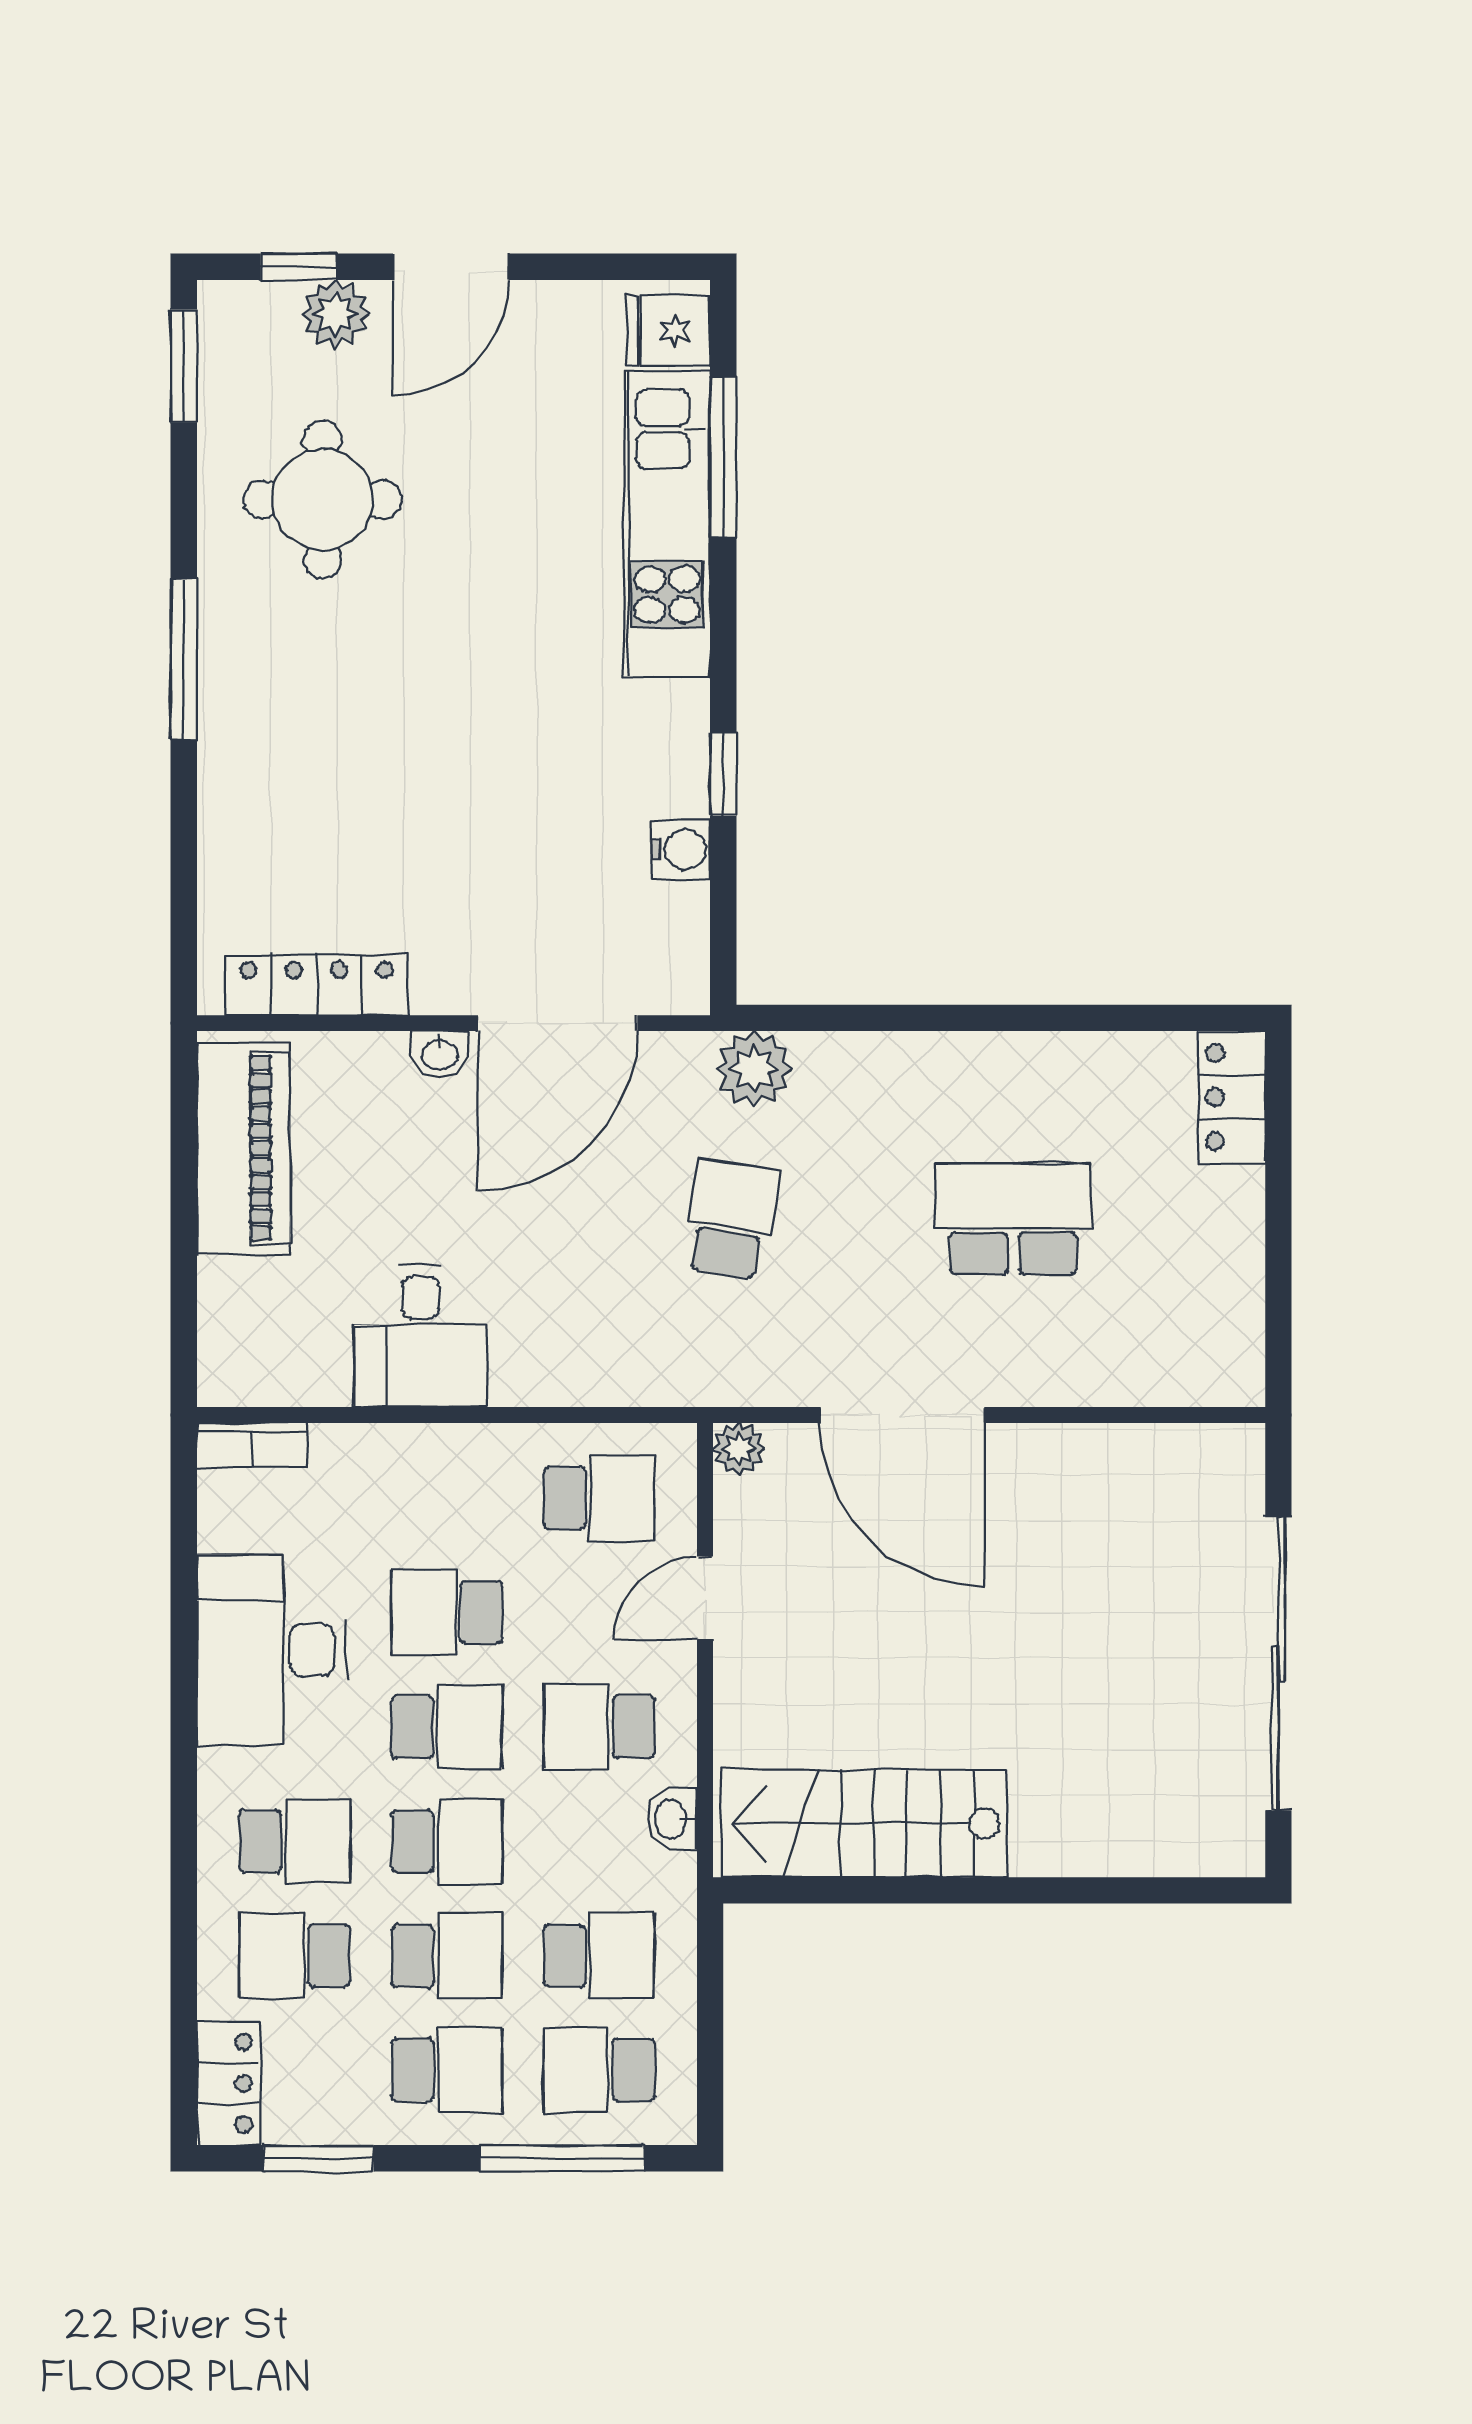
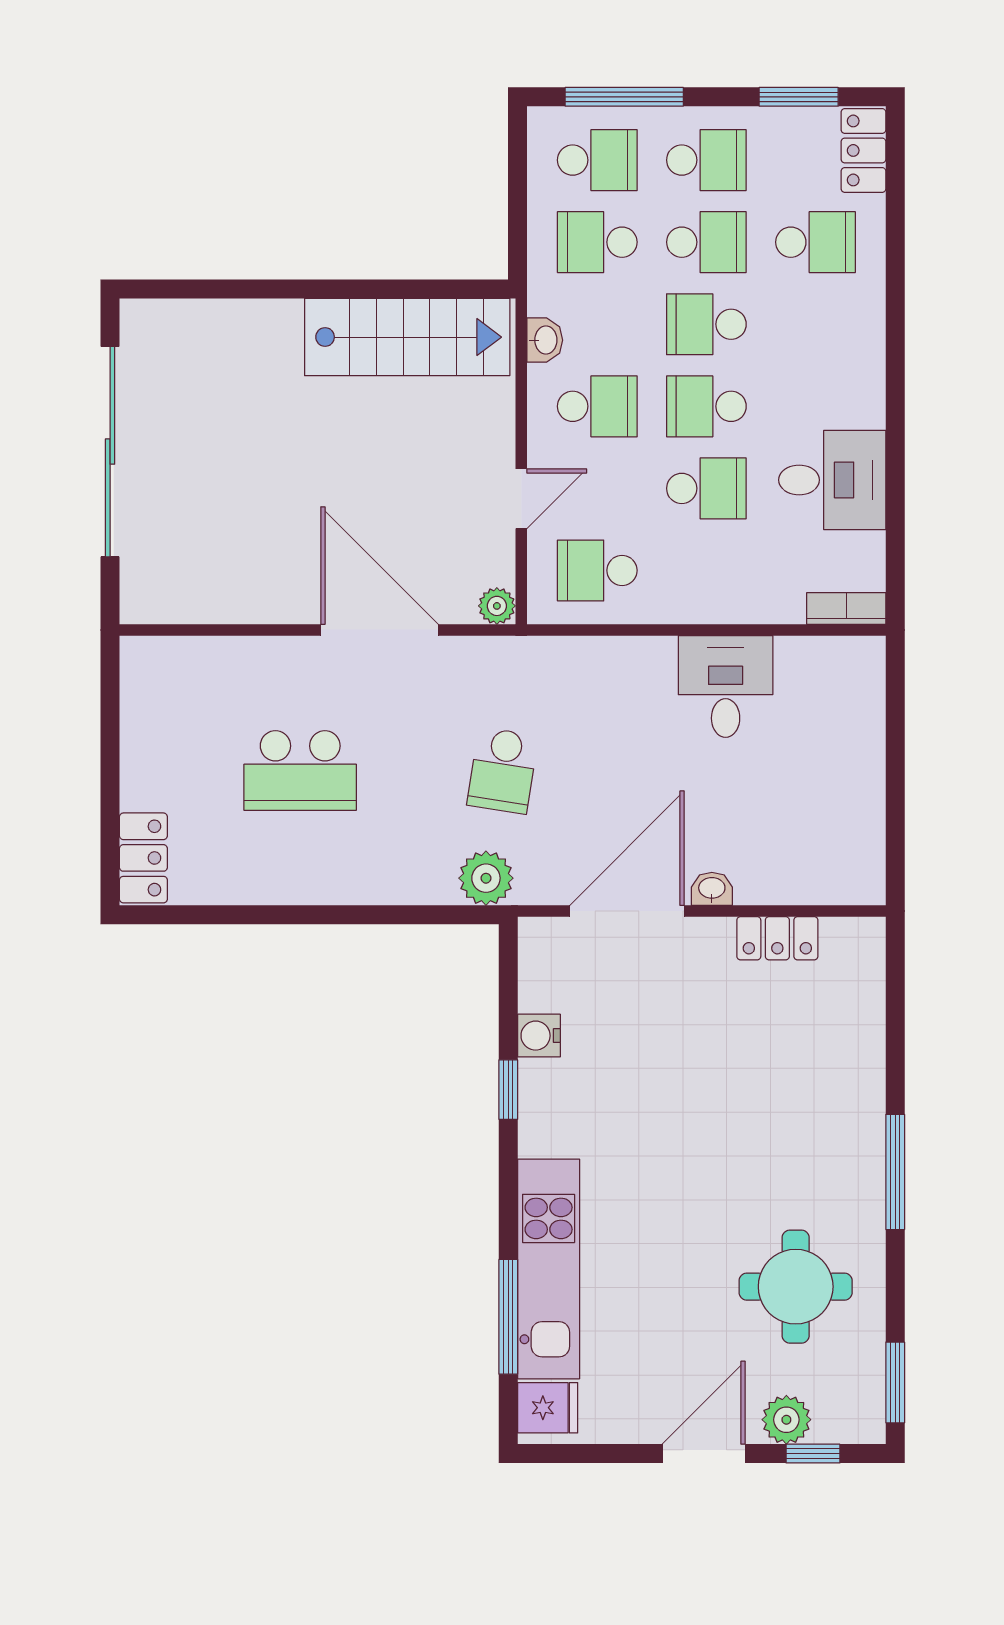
locker: (317, 985) -> (777, 938), width x0.66
piano: (243, 1148) -> (853, 821), removed
desk: (271, 1650) -> (832, 480), width x0.73
school desk: (295, 1841) -> (815, 324), removed
school desk: (447, 1956) -> (706, 242), turned 180
school desk: (447, 2070) -> (706, 160), turned 180

